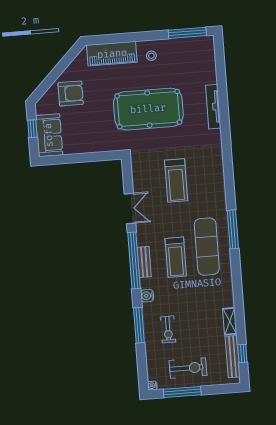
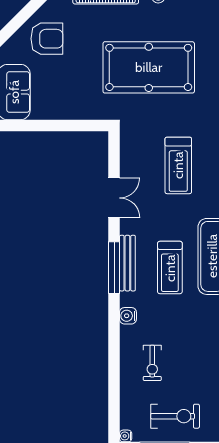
window: (134, 260) -> (114, 268), width x0.68
bench: (144, 262) -> (127, 263), width x1.36
window: (139, 325) -> (114, 354), removed

